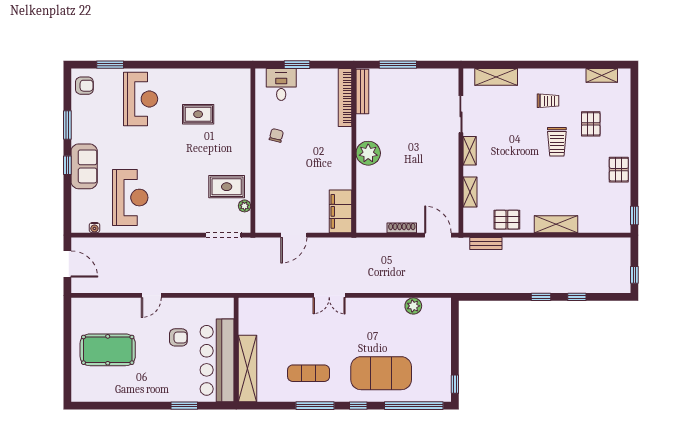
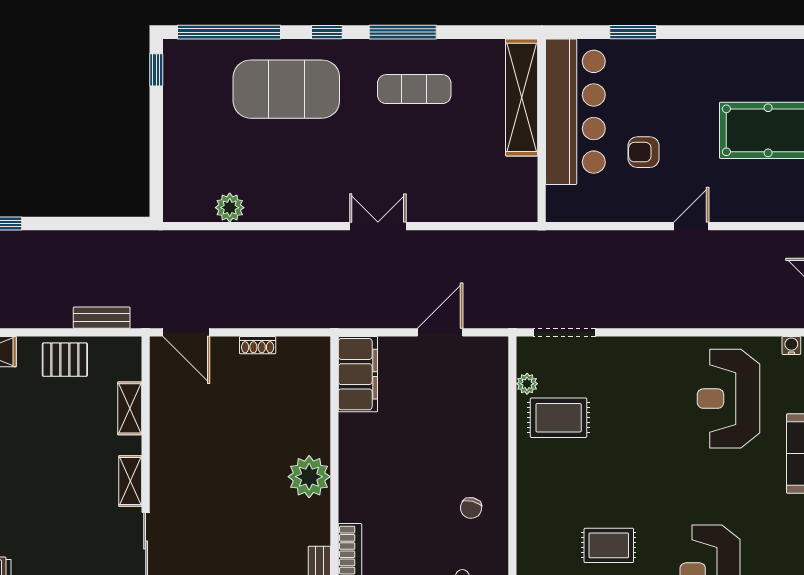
shoe rack: (402, 228) -> (258, 345), width x0.70

